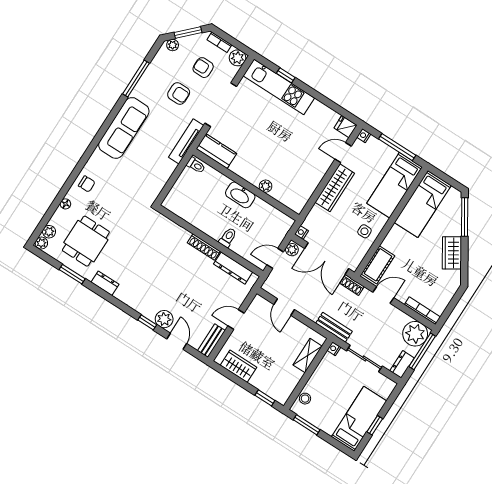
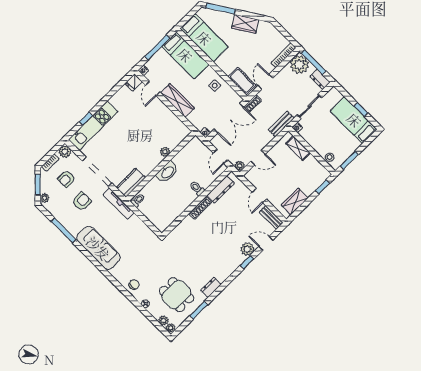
plant: (292, 250) -> (240, 166), moved

